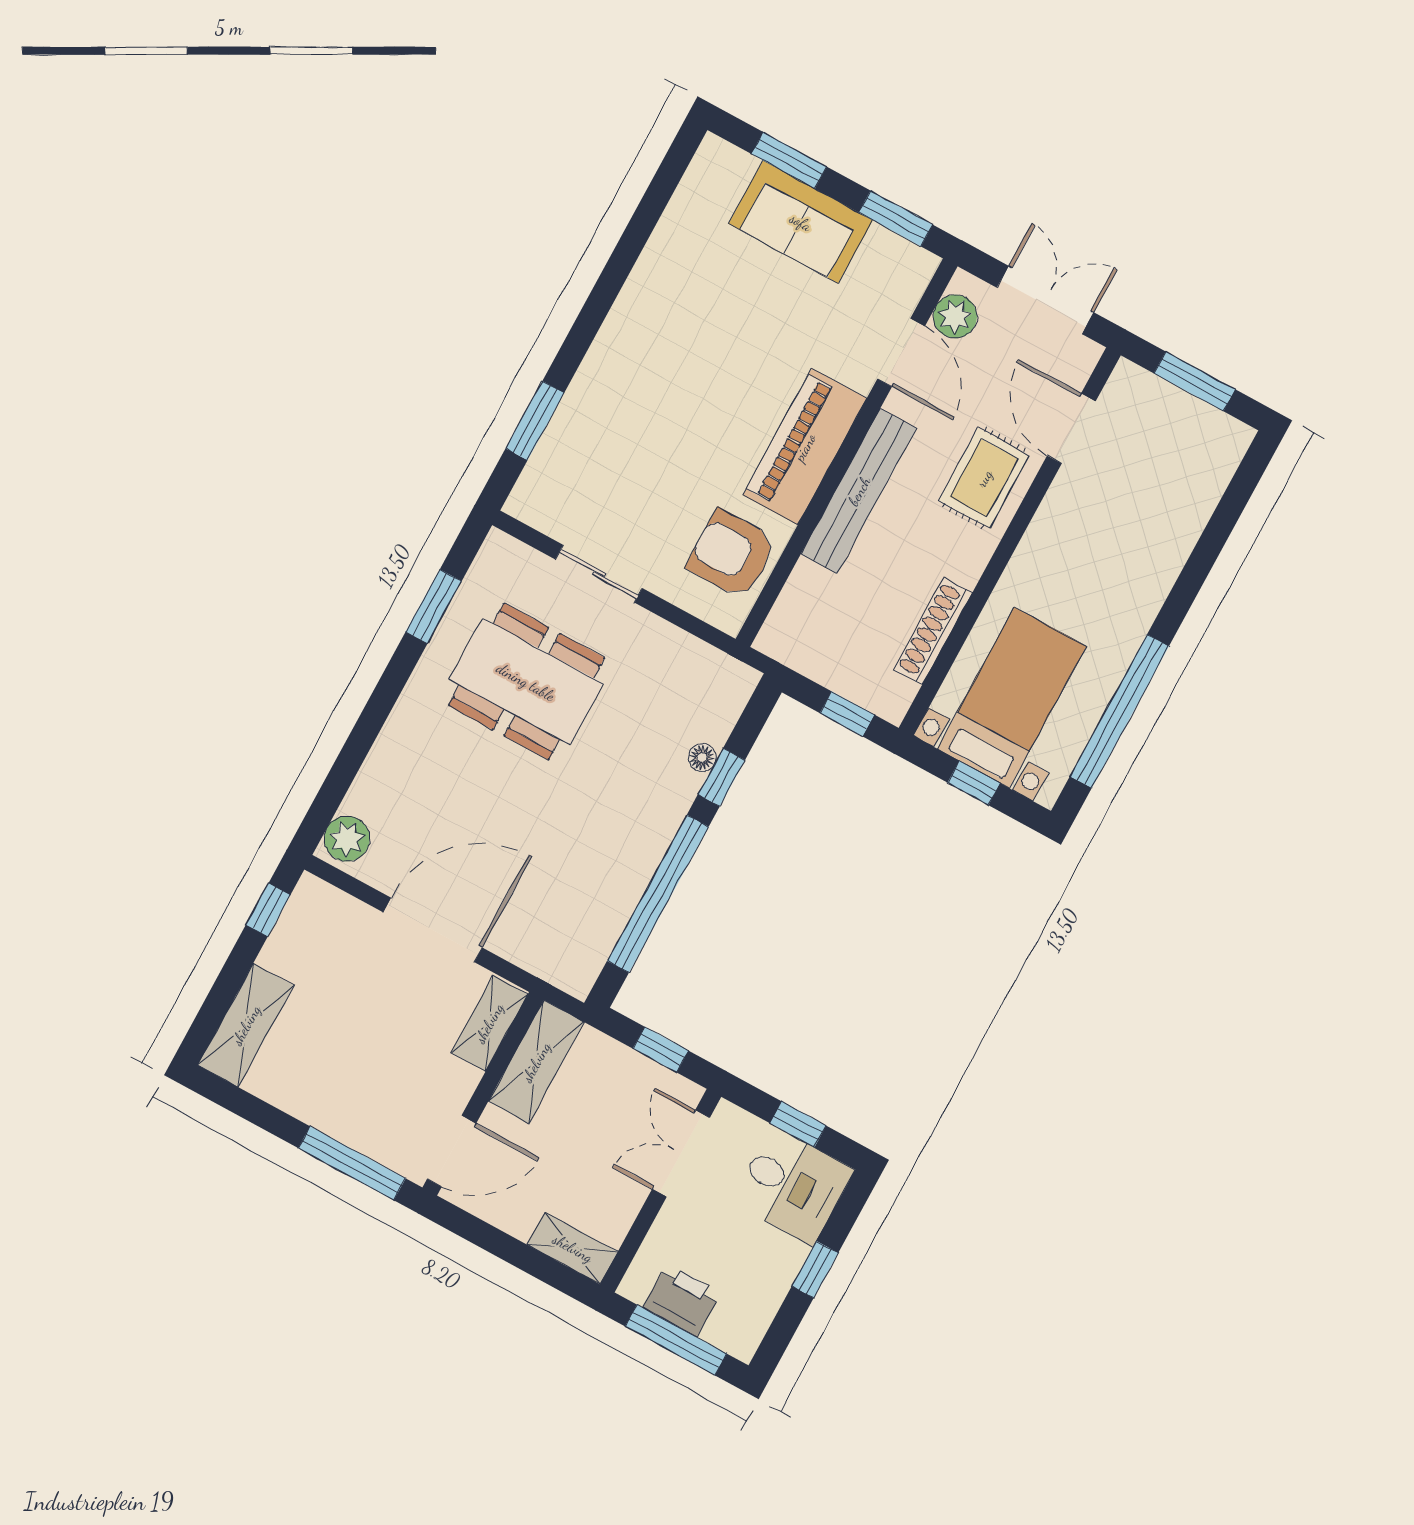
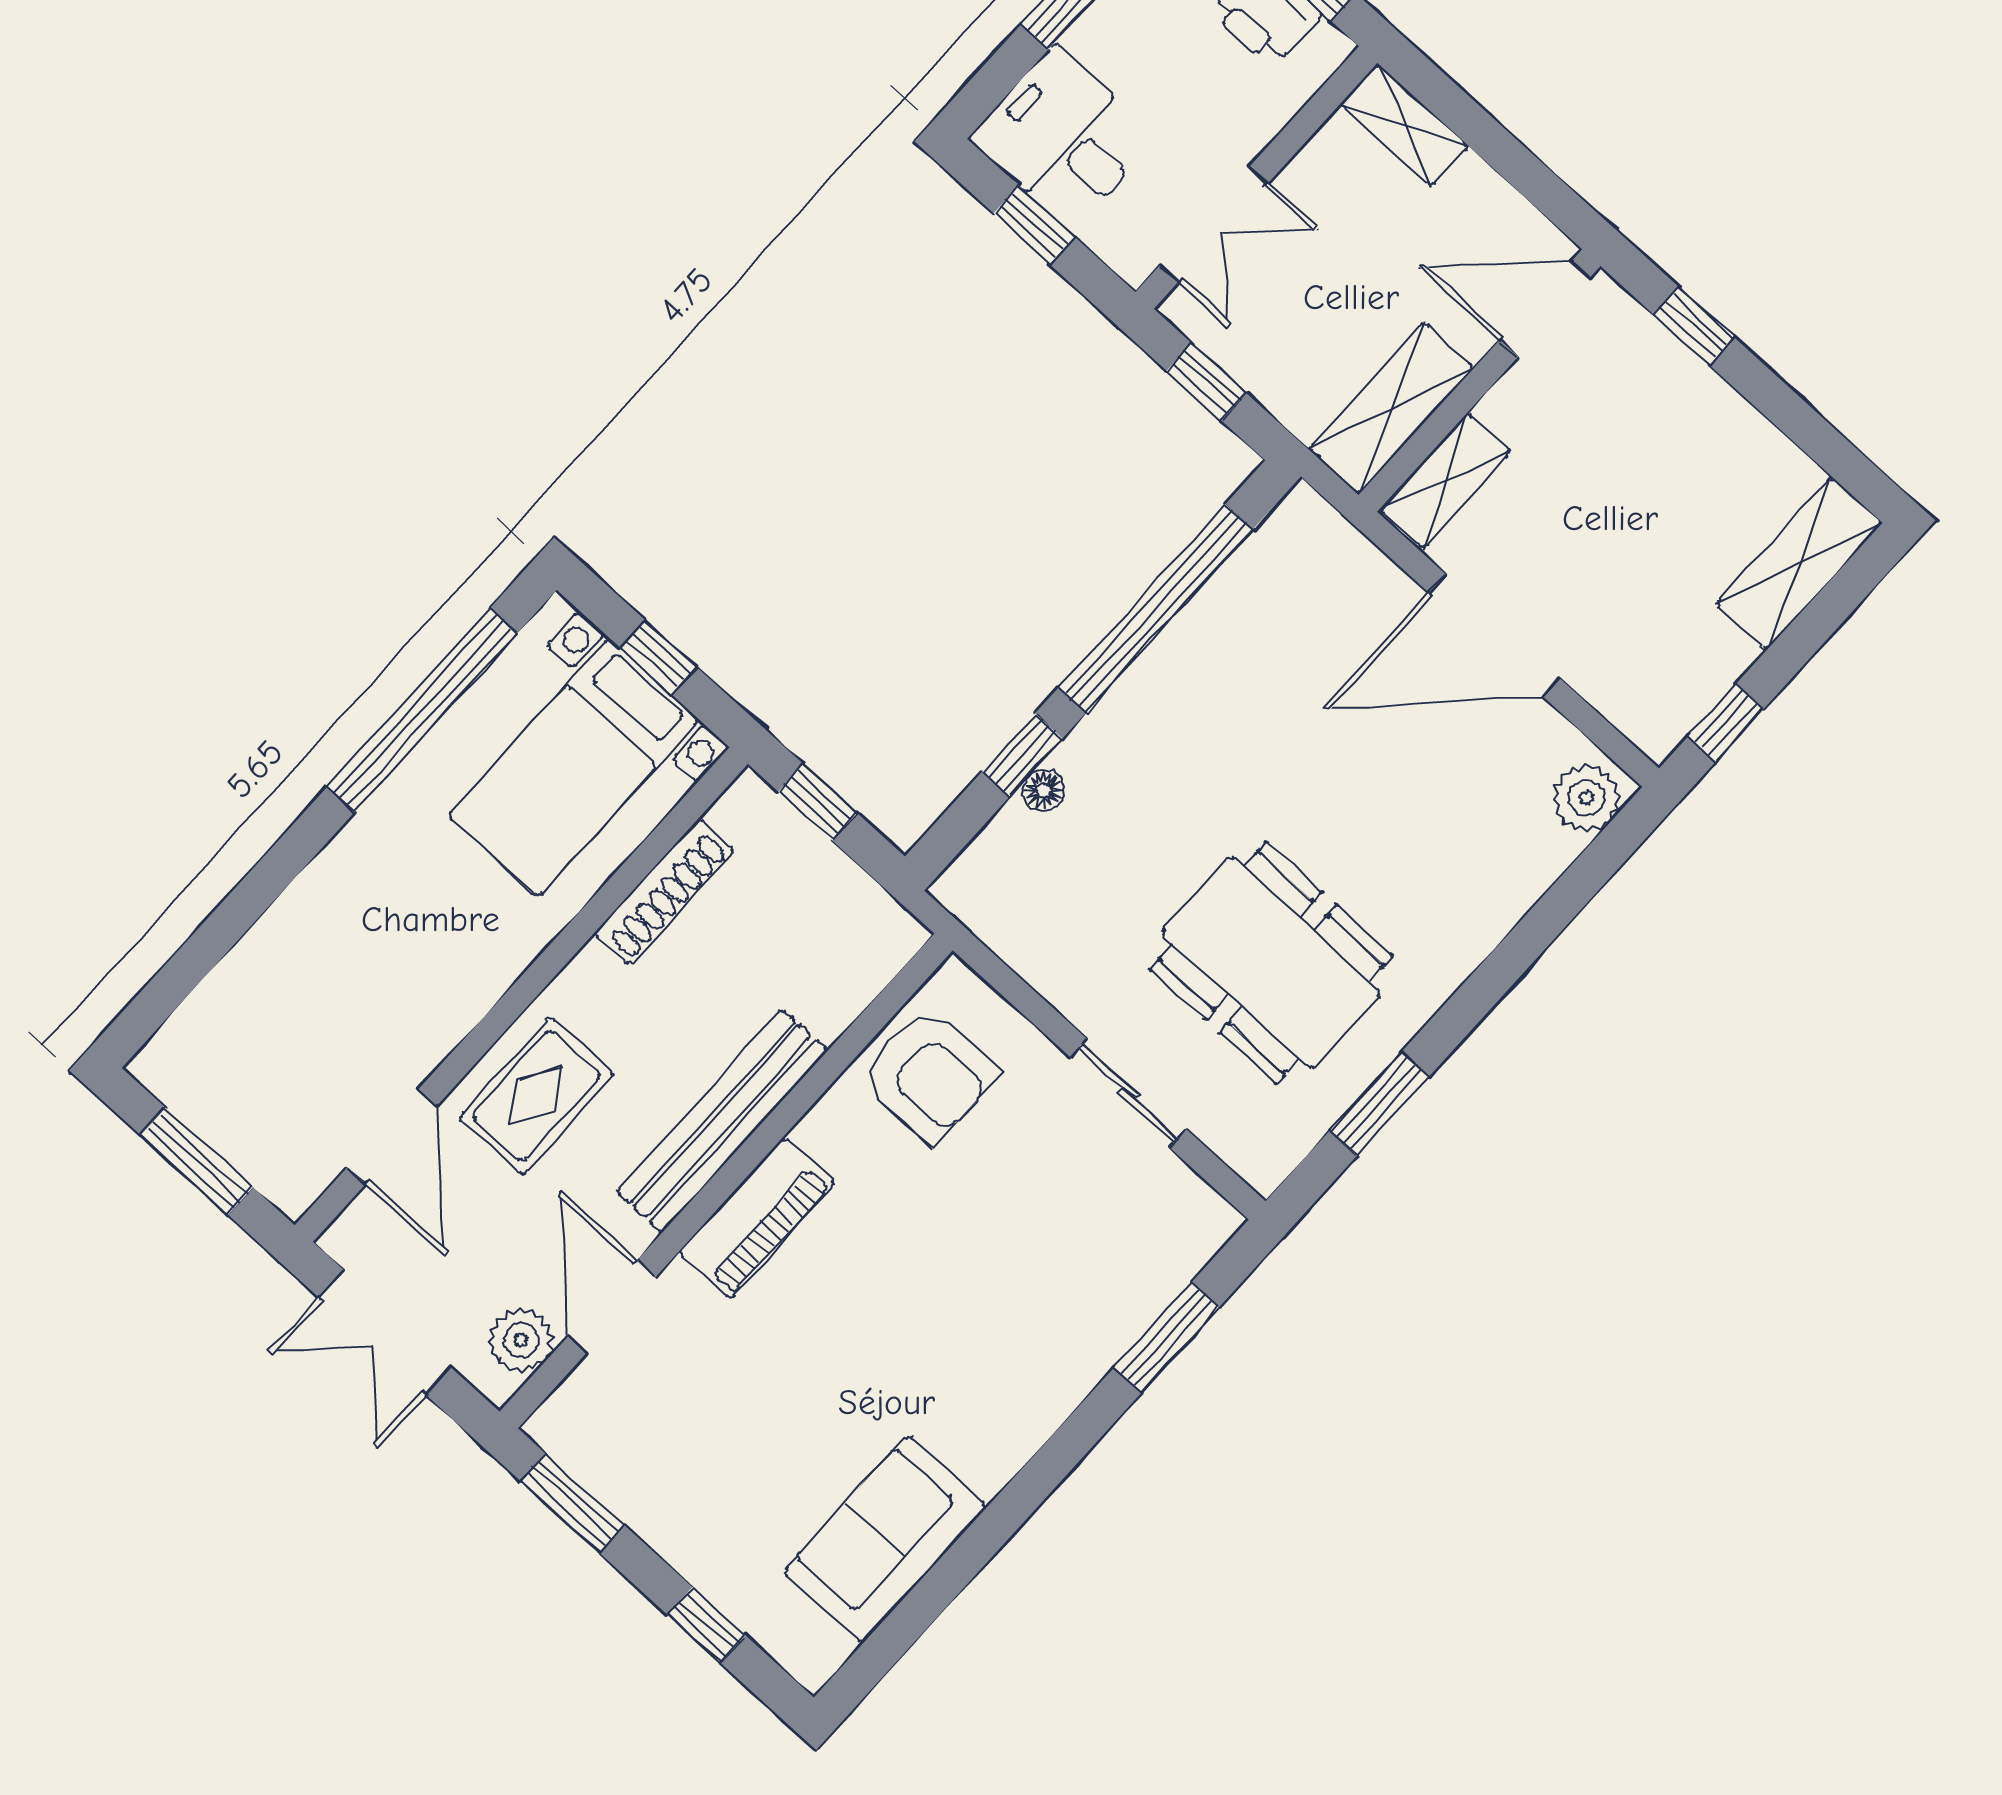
window: (789, 160) -> (706, 1625), width x0.67
sofa: (801, 222) -> (885, 1539), moved, turned -90
piano: (805, 447) -> (757, 1218), width x0.73, depth x0.75
window: (352, 1163) -> (1694, 326), width x0.46

